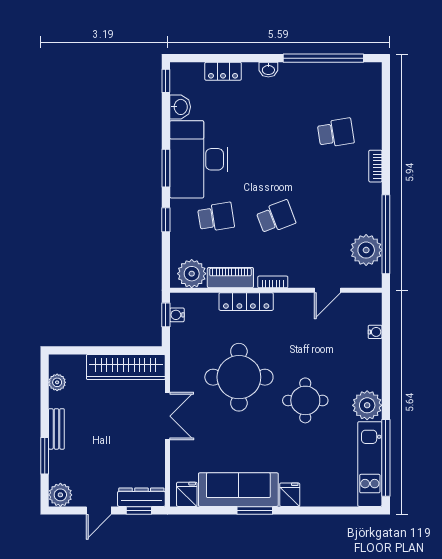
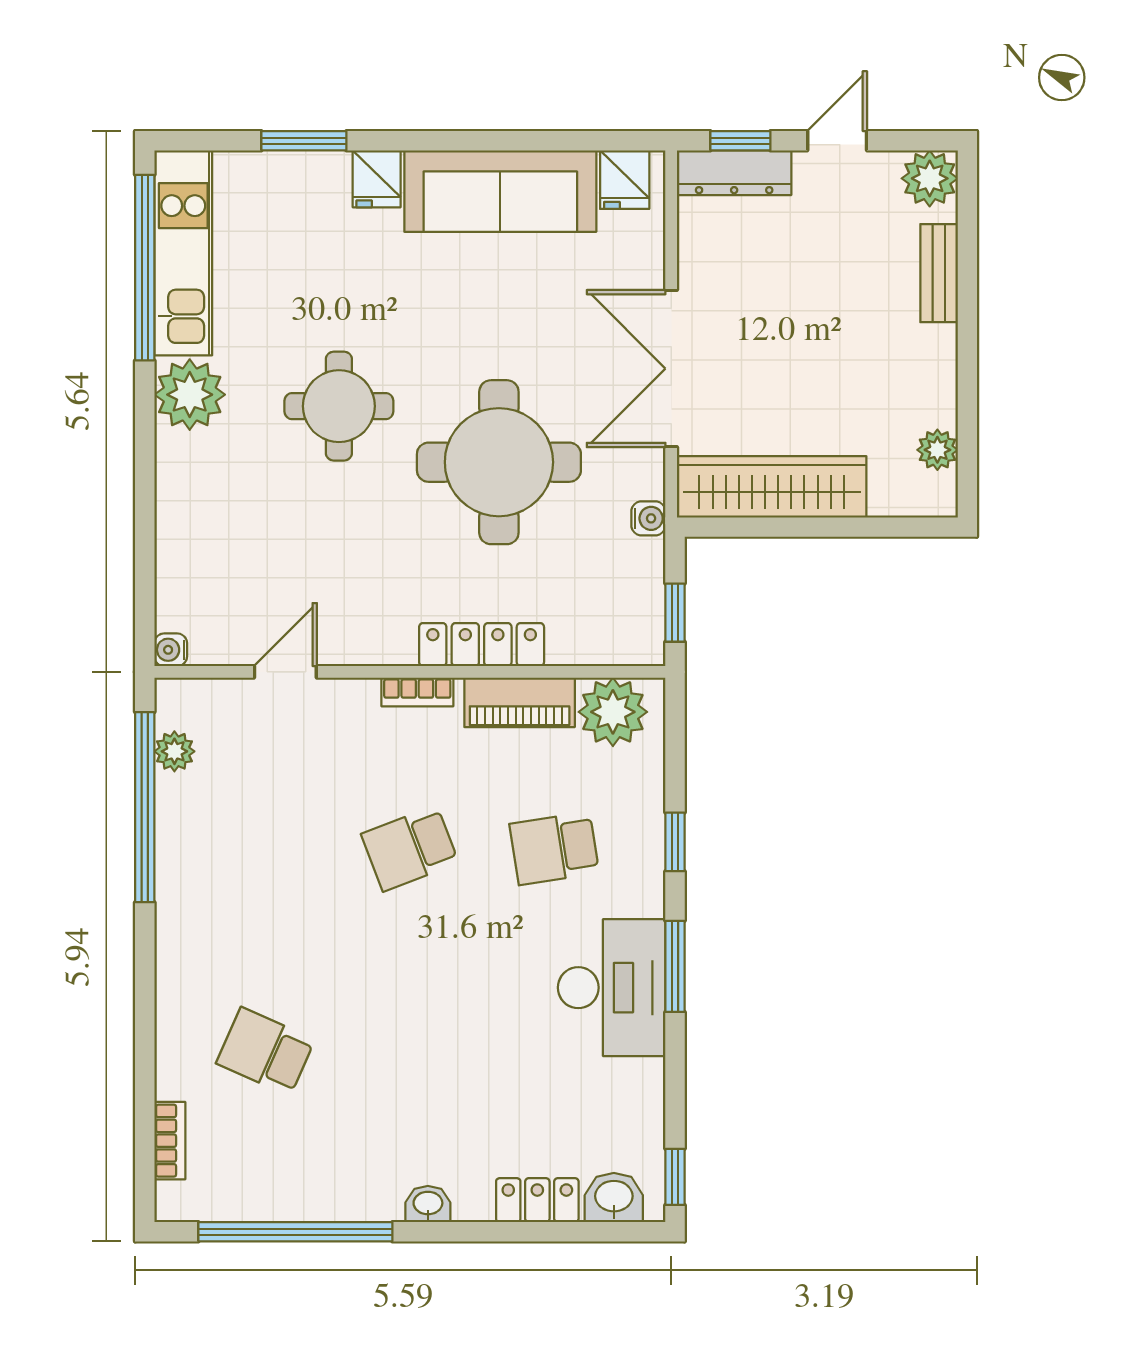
washbasin: (180, 107) -> (614, 1198), moved, turned 90
school desk: (336, 133) -> (266, 1052), turned 33
desk: (199, 159) -> (612, 988), width x0.73, depth x0.77
bookcase: (375, 166) -> (170, 1141), moved
plant: (366, 250) -> (174, 751), width x0.53, depth x0.53
water cooler: (177, 315) -> (648, 518), moved
water cooler: (375, 332) -> (171, 650), moved
double door: (168, 416) -> (671, 369), width x1.37
bench: (56, 429) -> (939, 273), moved
window: (45, 456) -> (967, 273), removed
window: (255, 510) -> (304, 141), moved

